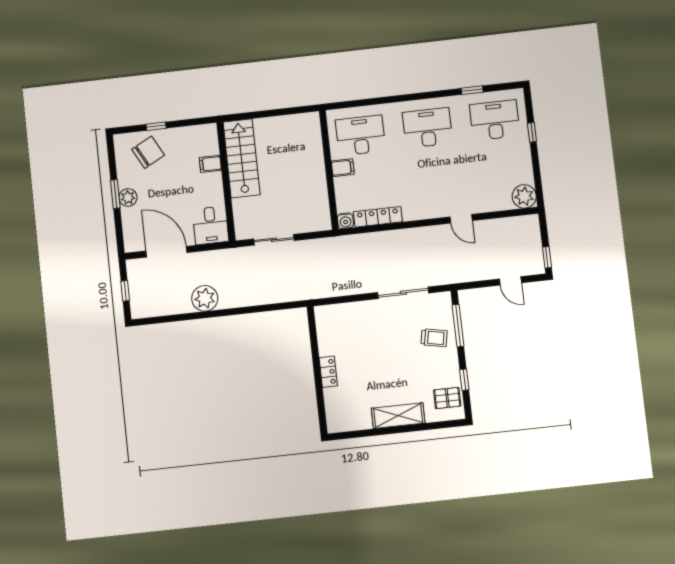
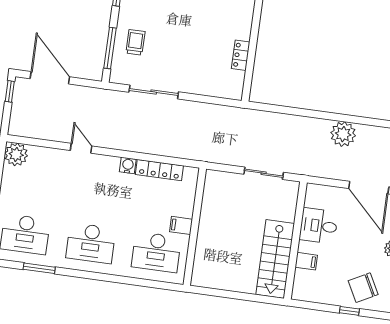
window: (472, 90) -> (39, 268), width x1.50
water cooler: (345, 221) -> (128, 165), moved
desk: (211, 225) -> (319, 226), moved, turned -90
door: (510, 281) -> (50, 78), width x1.88
trolley: (434, 338) -> (135, 42), turned 79
locker: (328, 372) -> (241, 55), moved

